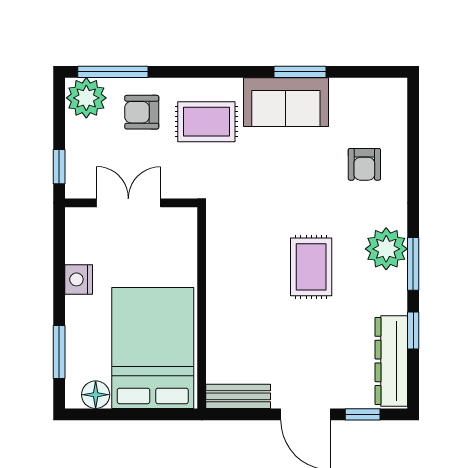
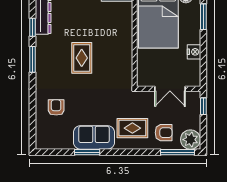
plant: (386, 249) -> (45, 67), removed

